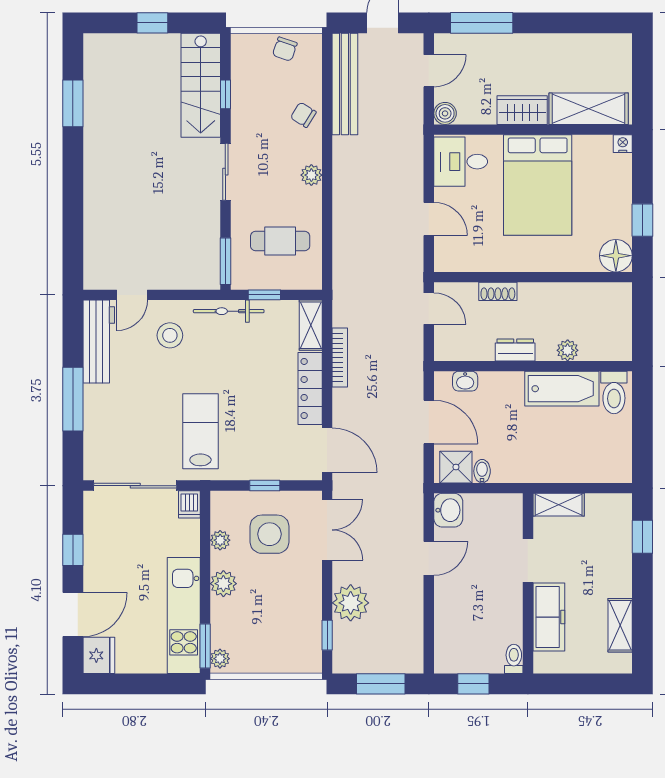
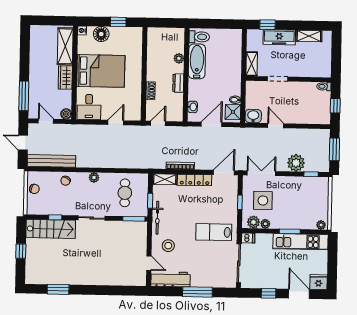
floor lamp: (616, 256) -> (101, 34), moved
plant: (223, 584) -> (253, 222), moved
freezer: (549, 617) -> (279, 37), moved, turned 180
window: (205, 646) -> (290, 231), moved

